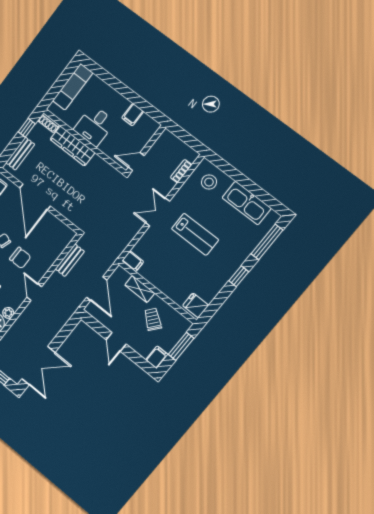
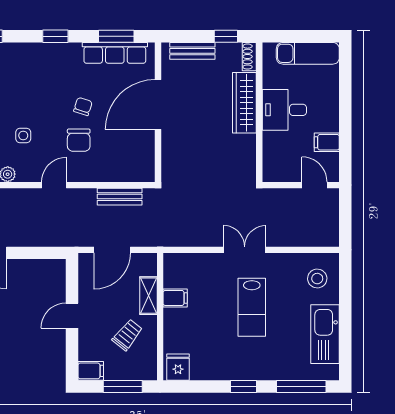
door: (136, 161) -> (314, 185), moved
bookcase: (181, 171) -> (306, 241), removed
filing cabinet: (133, 261) -> (175, 298), moved, turned -90

